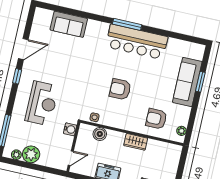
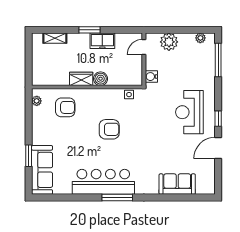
sofa: (187, 82) -> (42, 170), moved
reception desk: (42, 103) -> (189, 112), moved
boiler: (100, 134) -> (101, 79), moved
plant: (31, 154) -> (169, 42), moved

